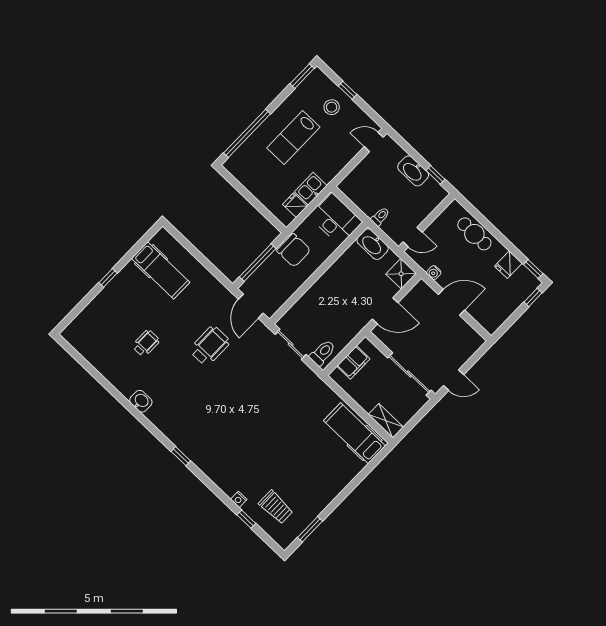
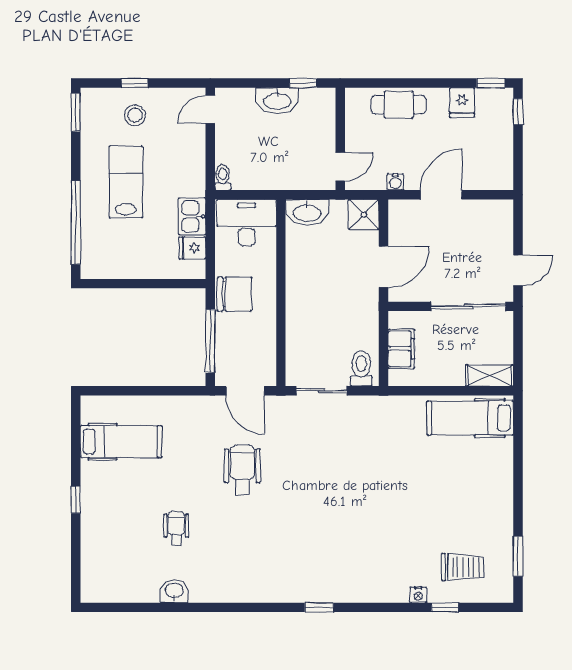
lab bench: (293, 138) -> (126, 182), turned 180
toilet: (380, 216) -> (223, 177), moved
washbasin: (141, 401) -> (174, 591), moved

